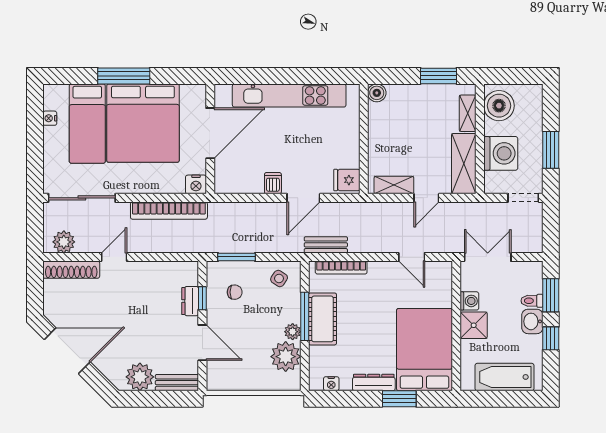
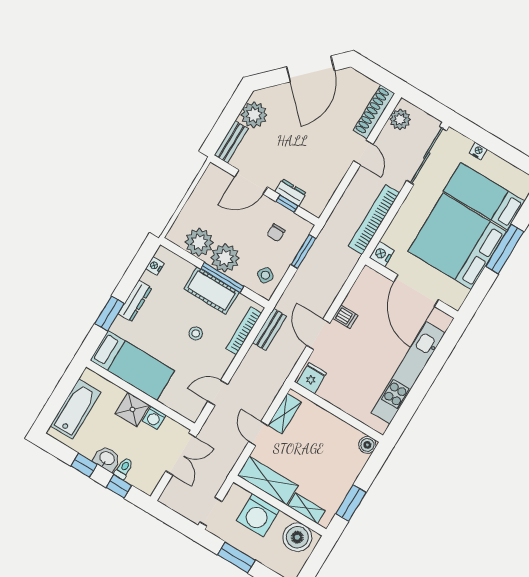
nightstand: (50, 118) -> (478, 151), moved
window: (551, 295) -> (119, 486), width x0.67
stool: (370, 310) -> (196, 333), added
plant: (293, 332) -> (225, 258), width x1.87, depth x1.87
bed: (424, 350) -> (132, 365), width x0.67

